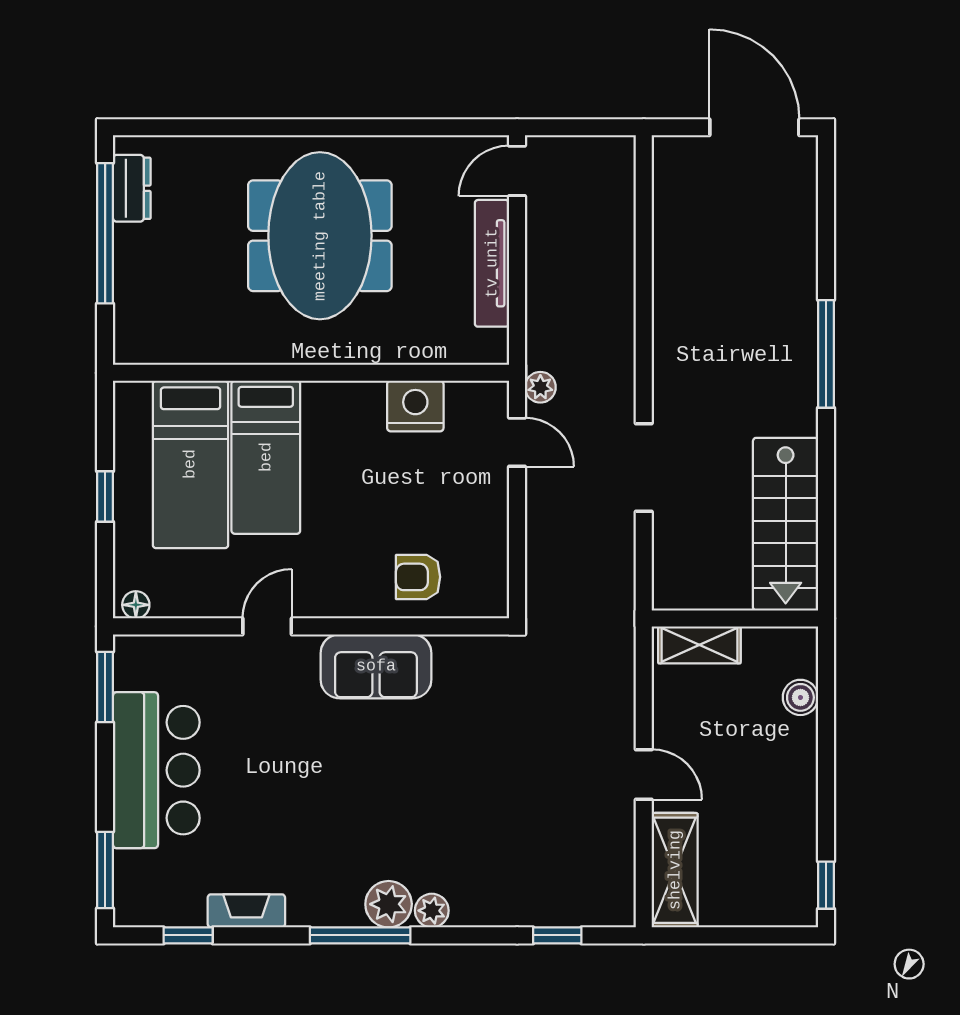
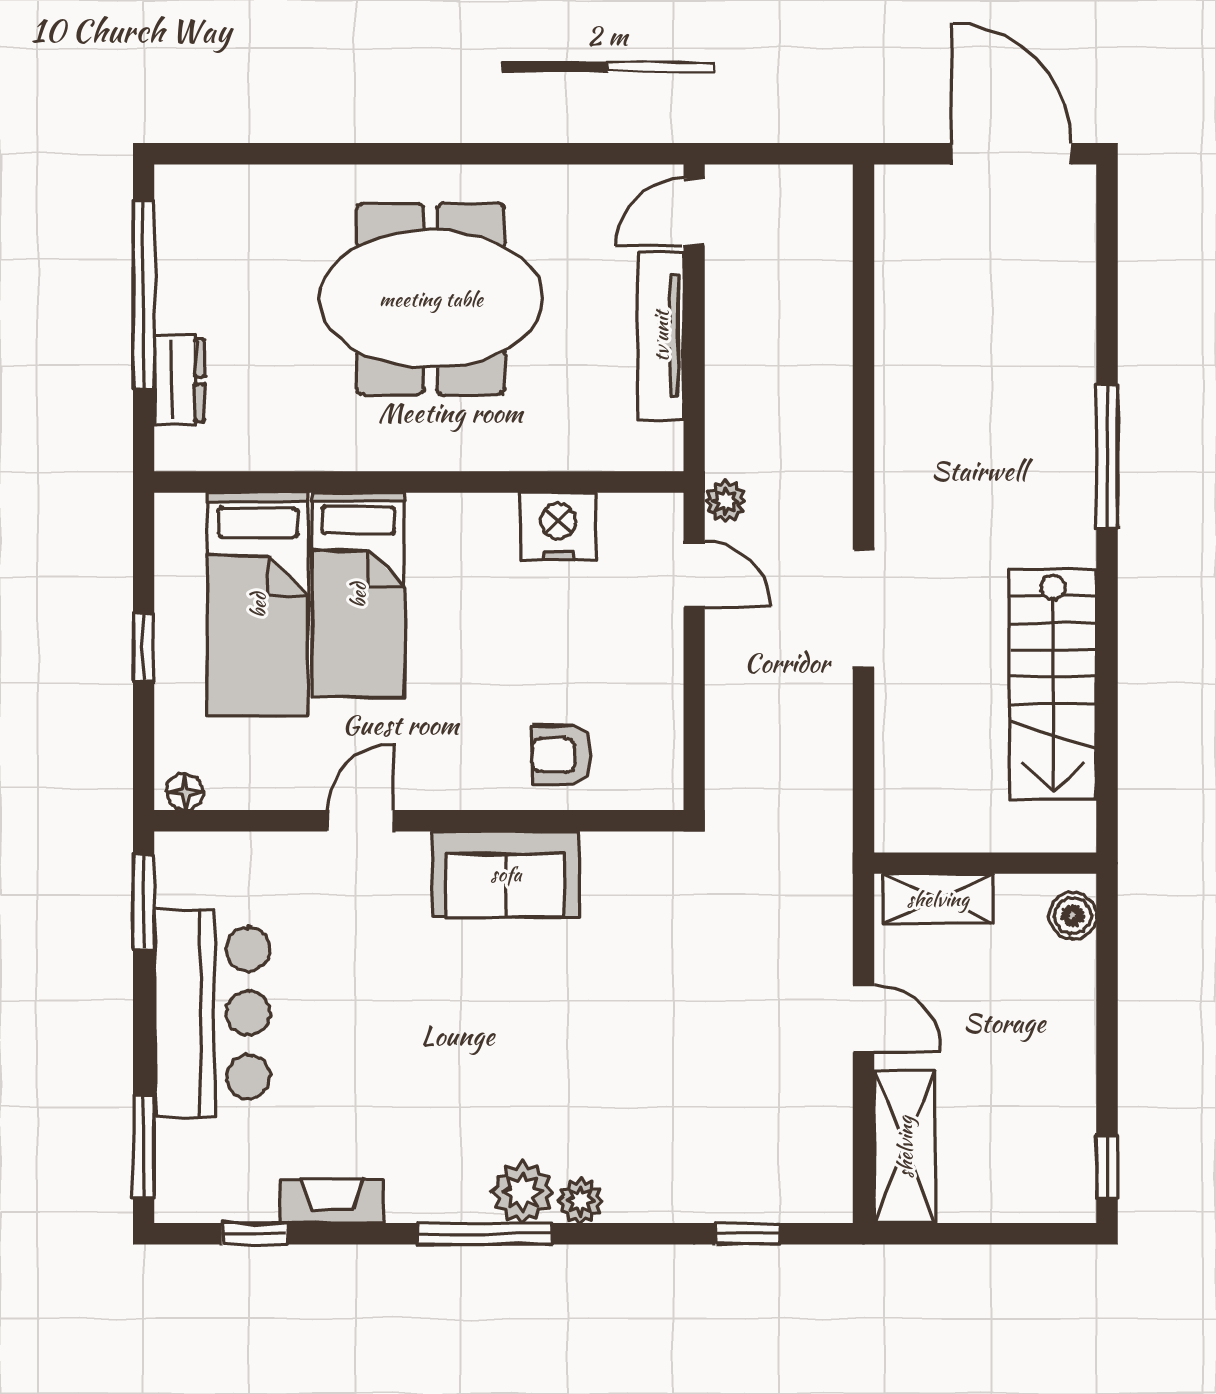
dresser: (132, 188) -> (179, 380), moved
meeting table: (320, 236) -> (431, 299), turned 90
wall: (735, 618) -> (985, 863), moved
shelving: (699, 645) -> (938, 899), moved

